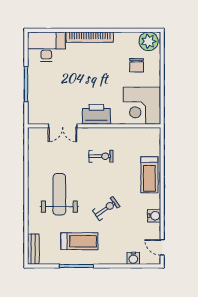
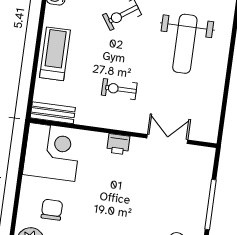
printer: (96, 114) -> (118, 144), width x0.53, depth x0.68
bench: (145, 133) -> (53, 113), added

